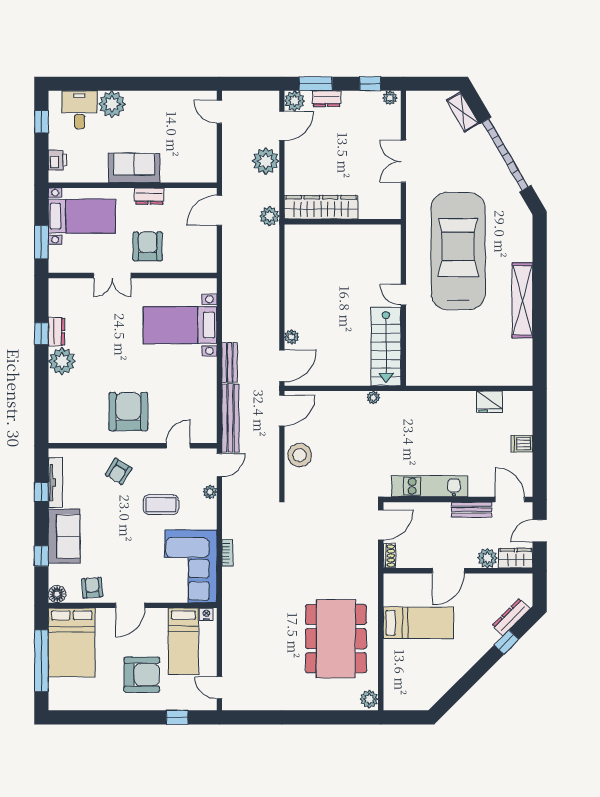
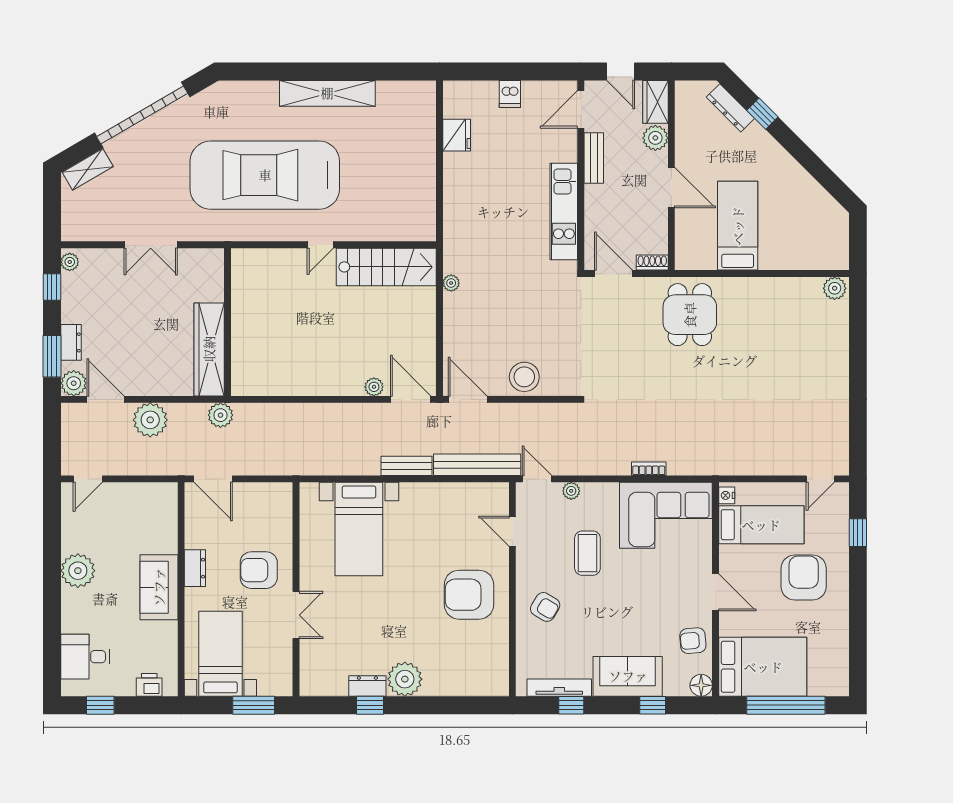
plant: (112, 104) -> (78, 571), moved
dining table: (336, 639) -> (690, 315), moved, width x0.53, depth x0.80

